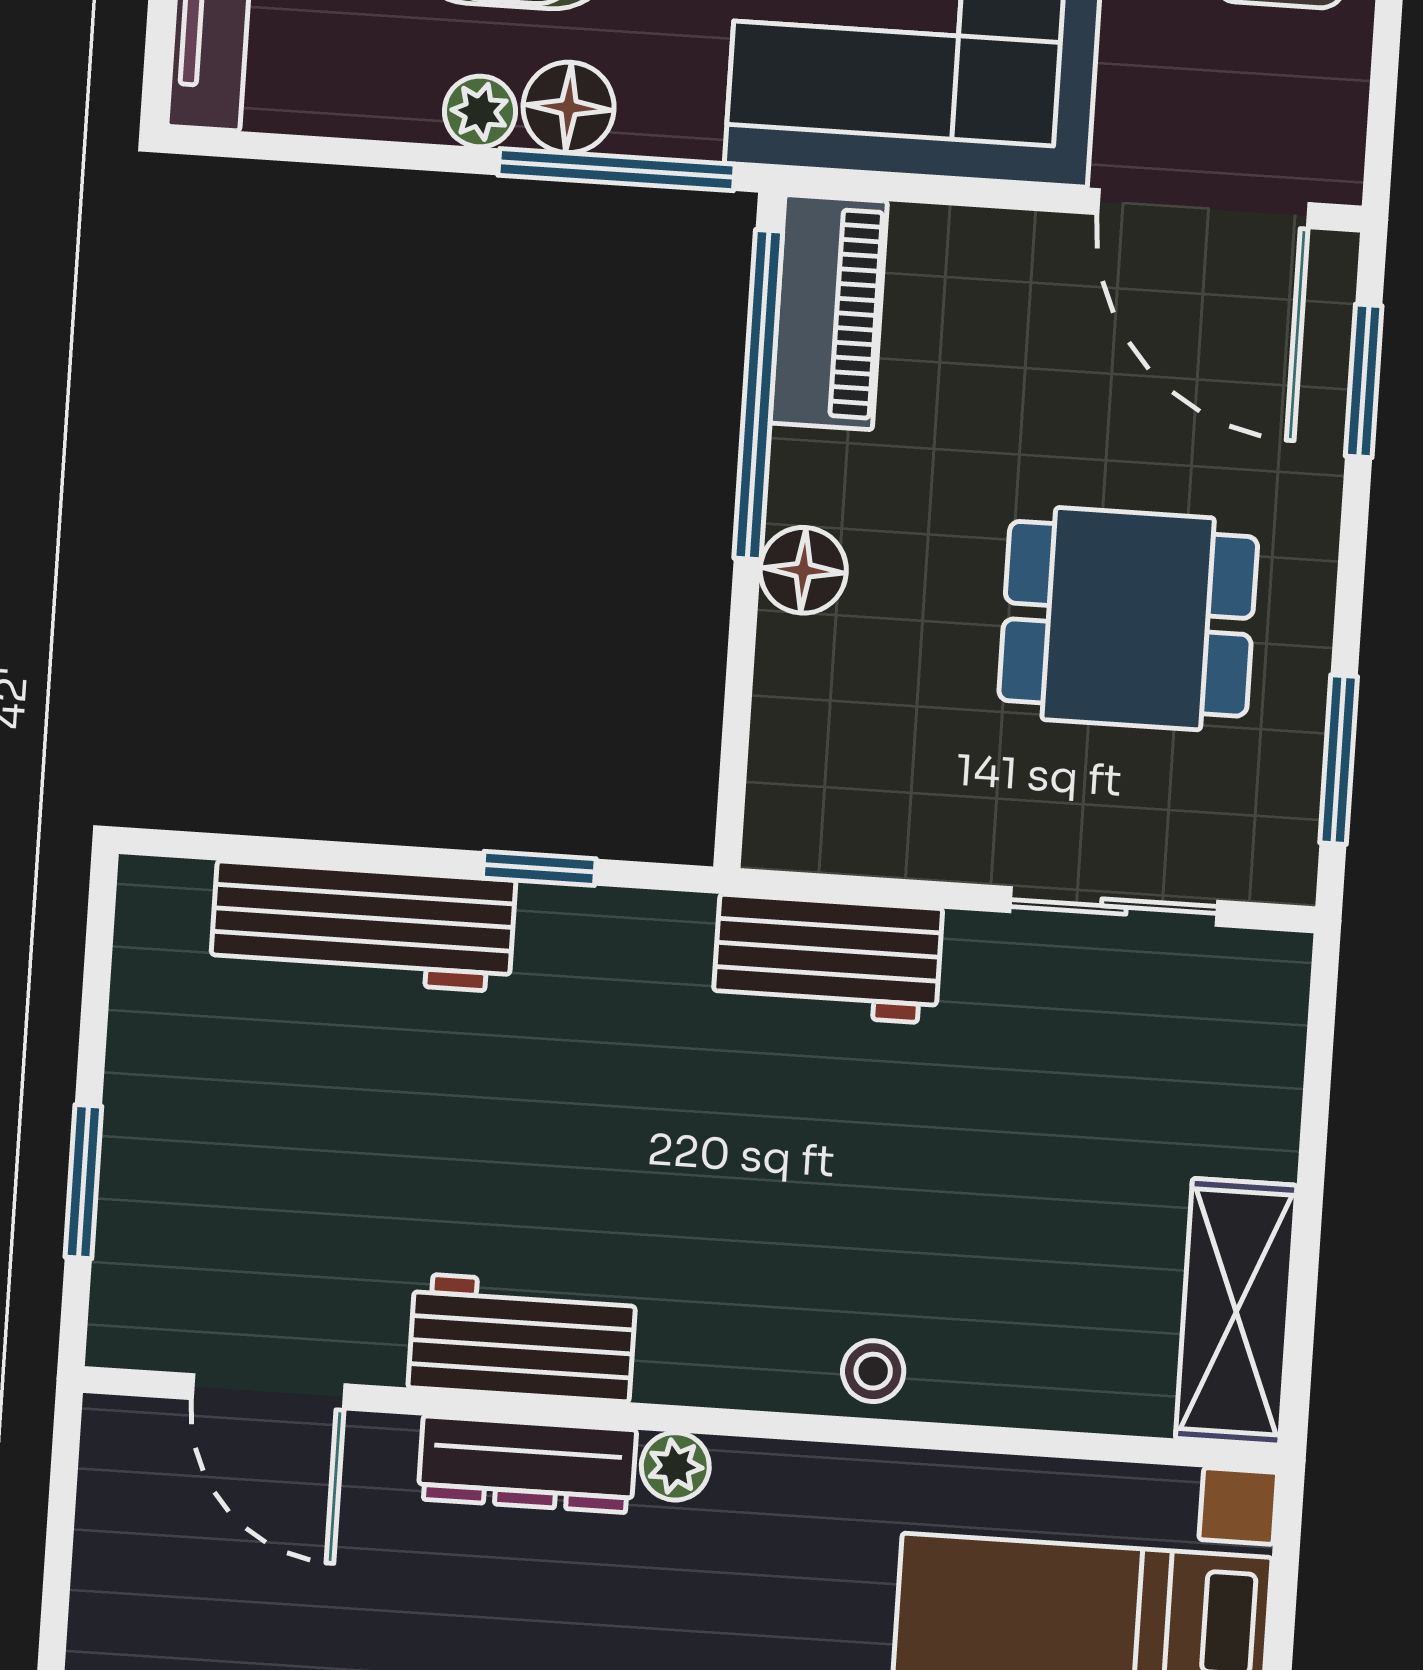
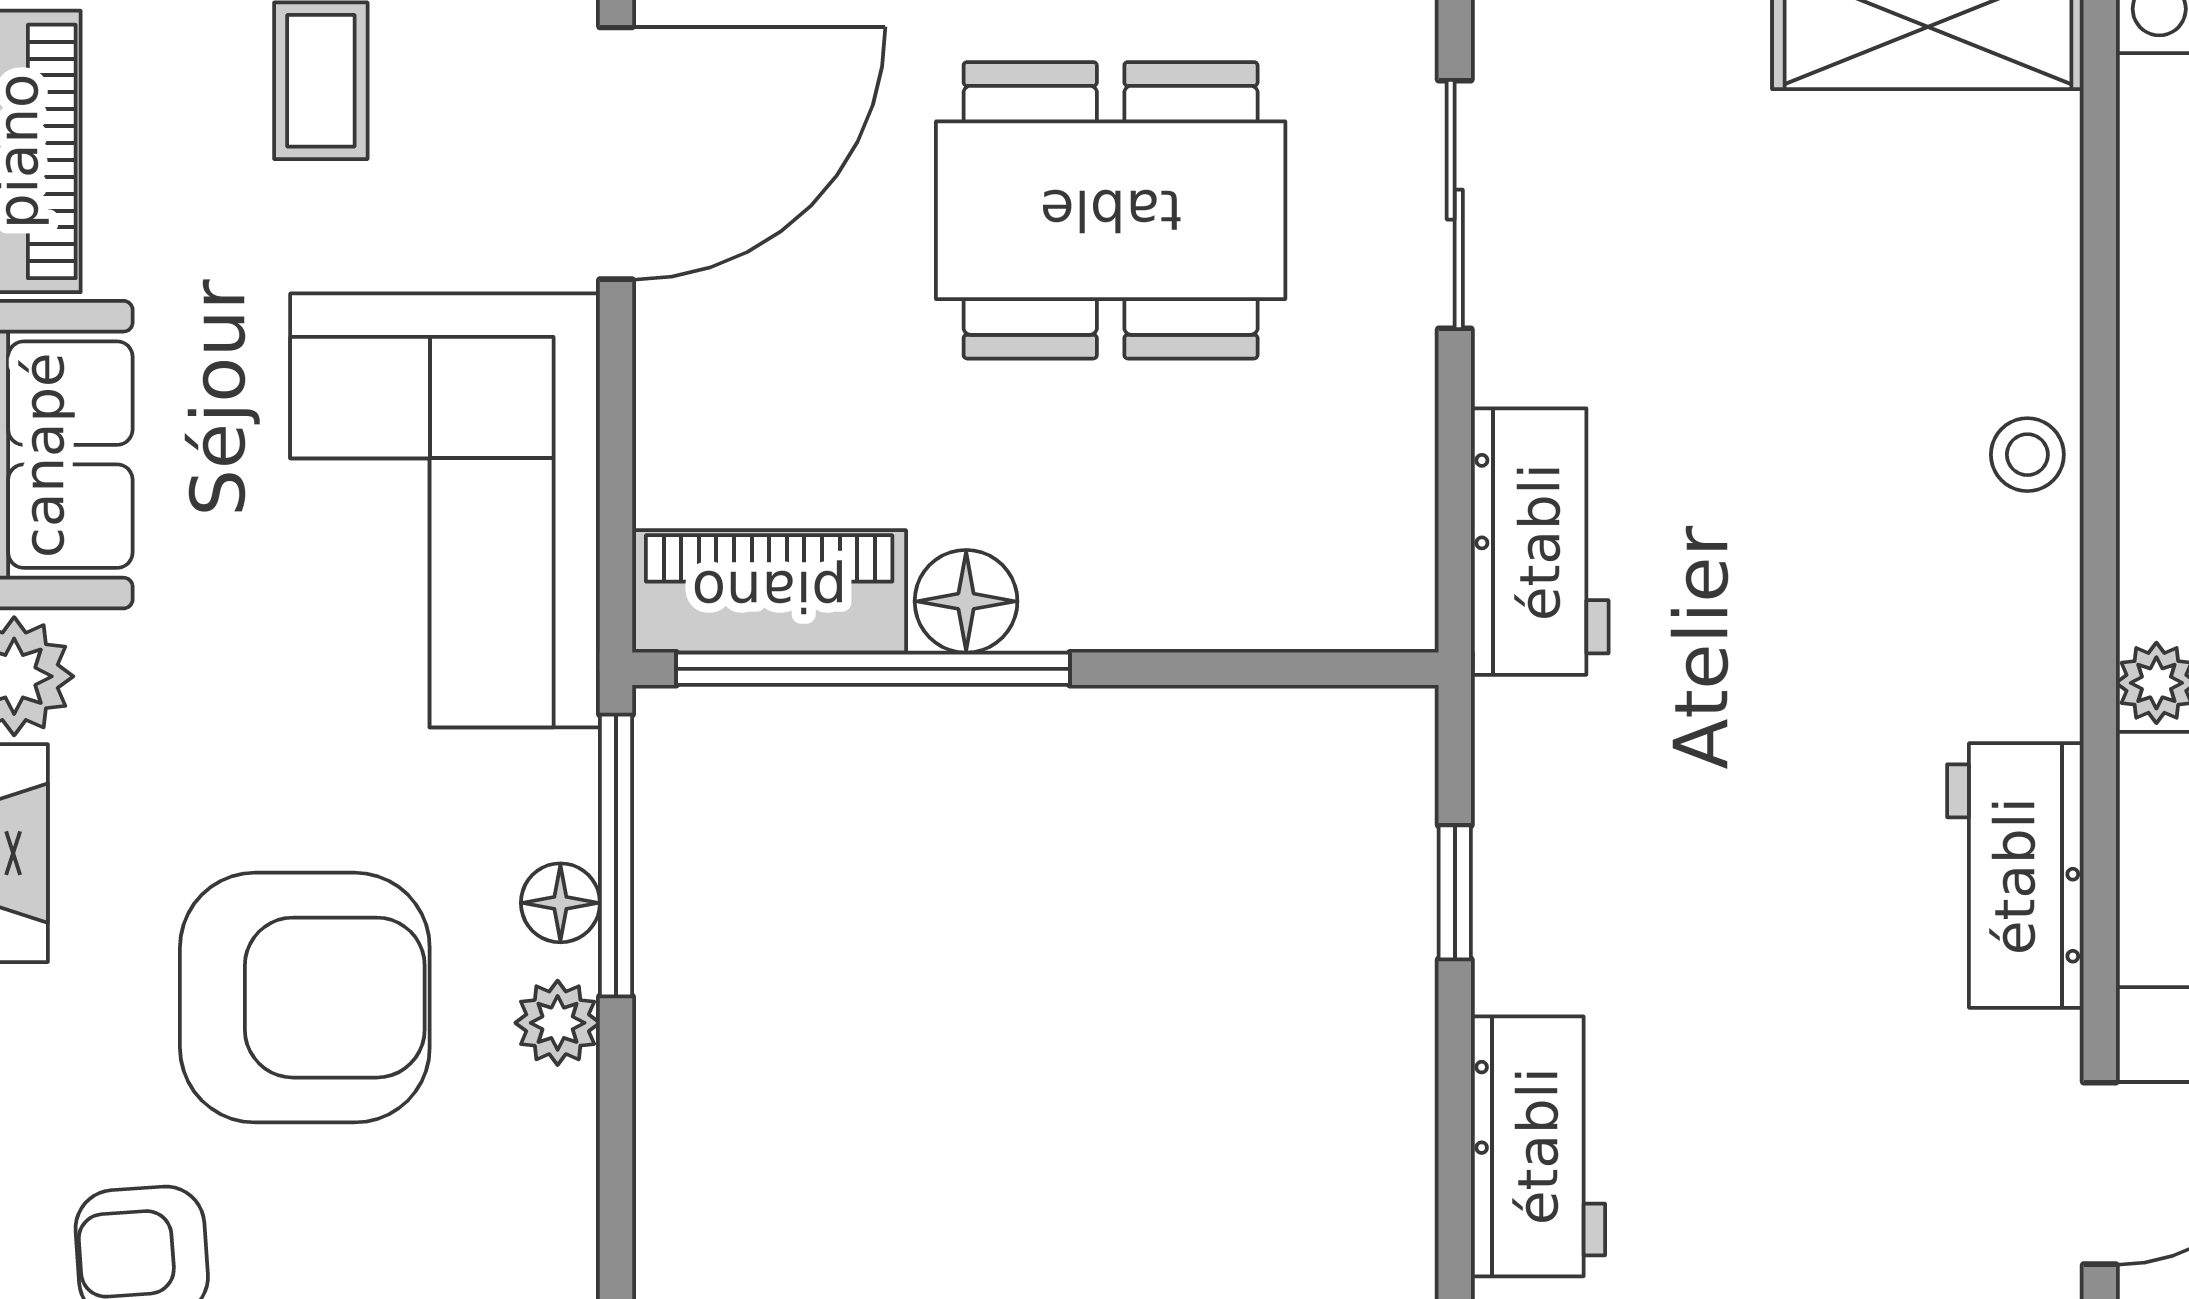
floor lamp: (569, 107) -> (560, 903), width x0.73, depth x0.73
floor lamp: (803, 570) -> (966, 601), moved
dining table: (1128, 619) -> (1111, 210), width x1.38
workbench: (363, 927) -> (1538, 1146), width x0.73

